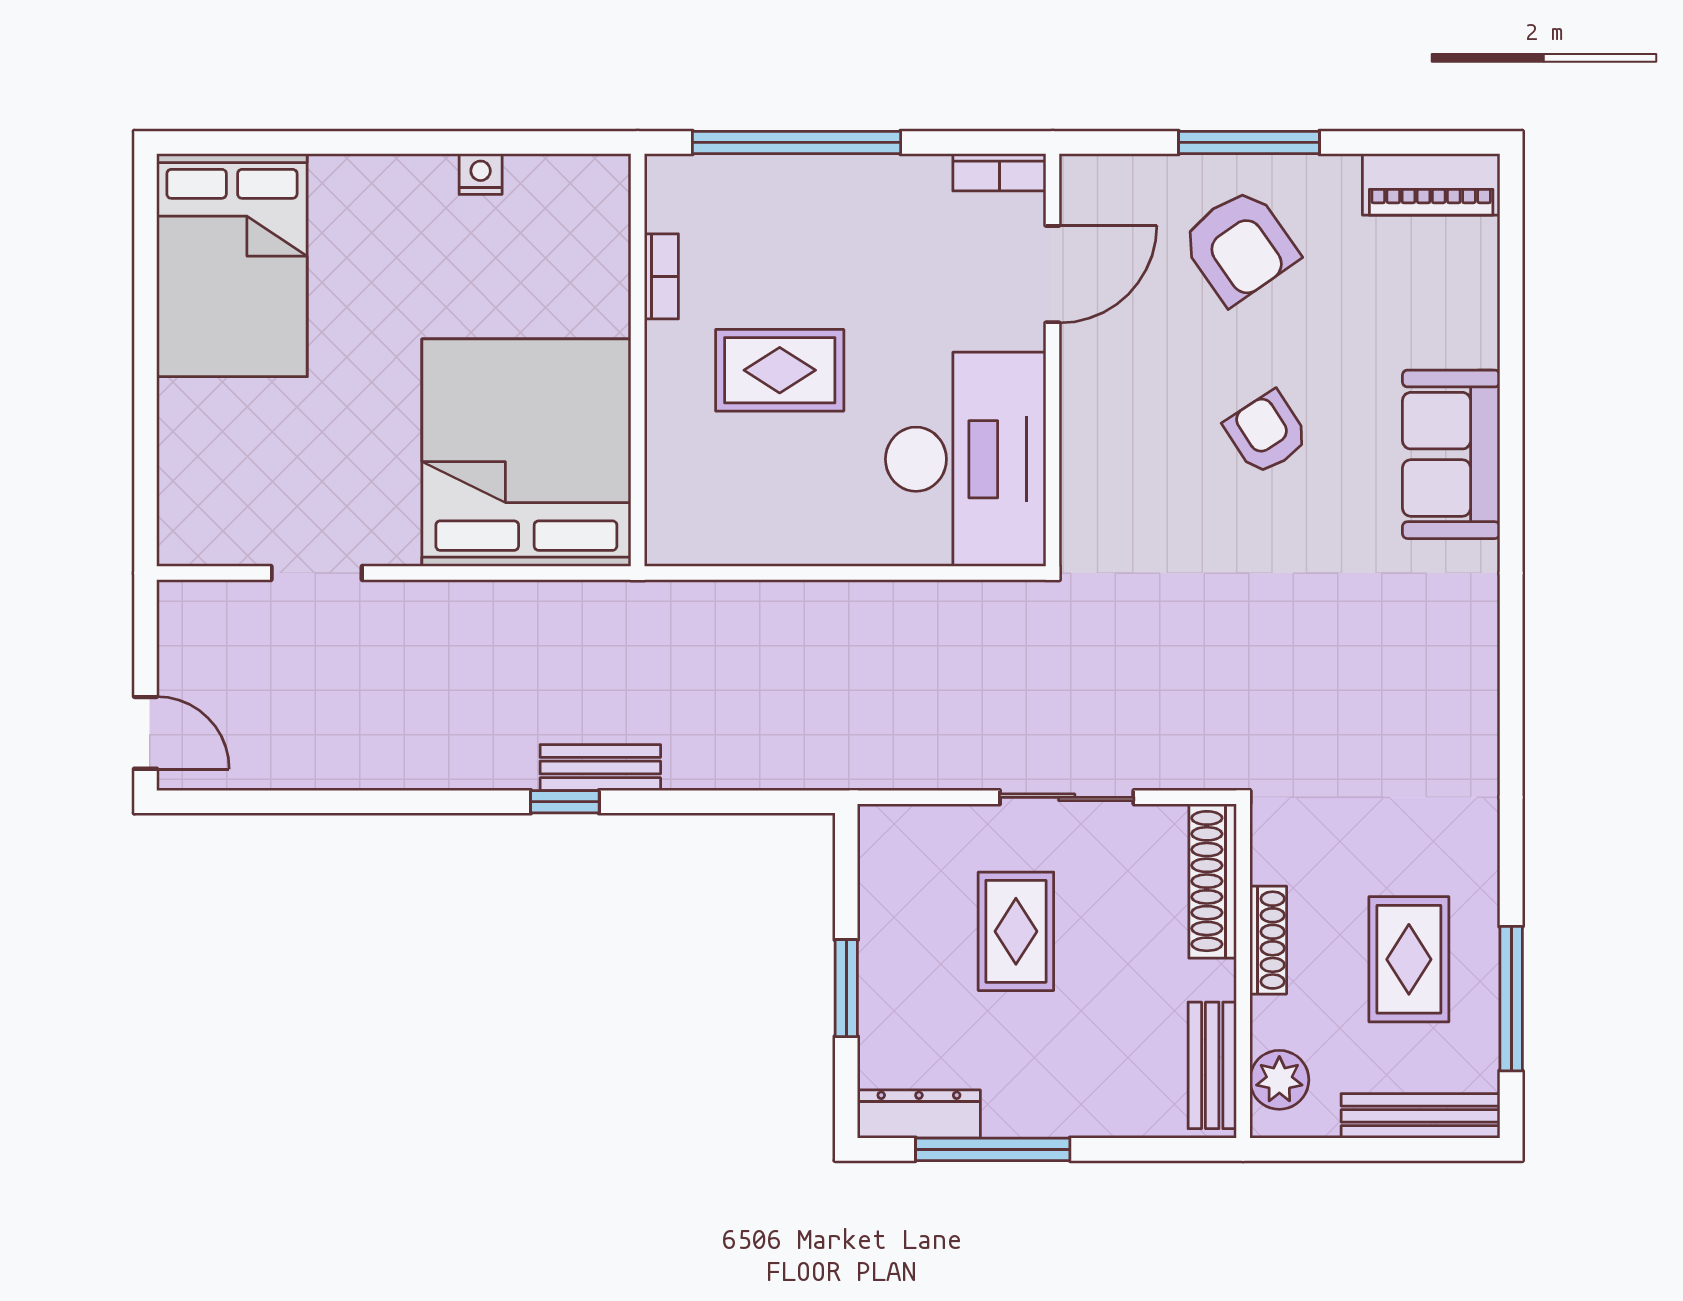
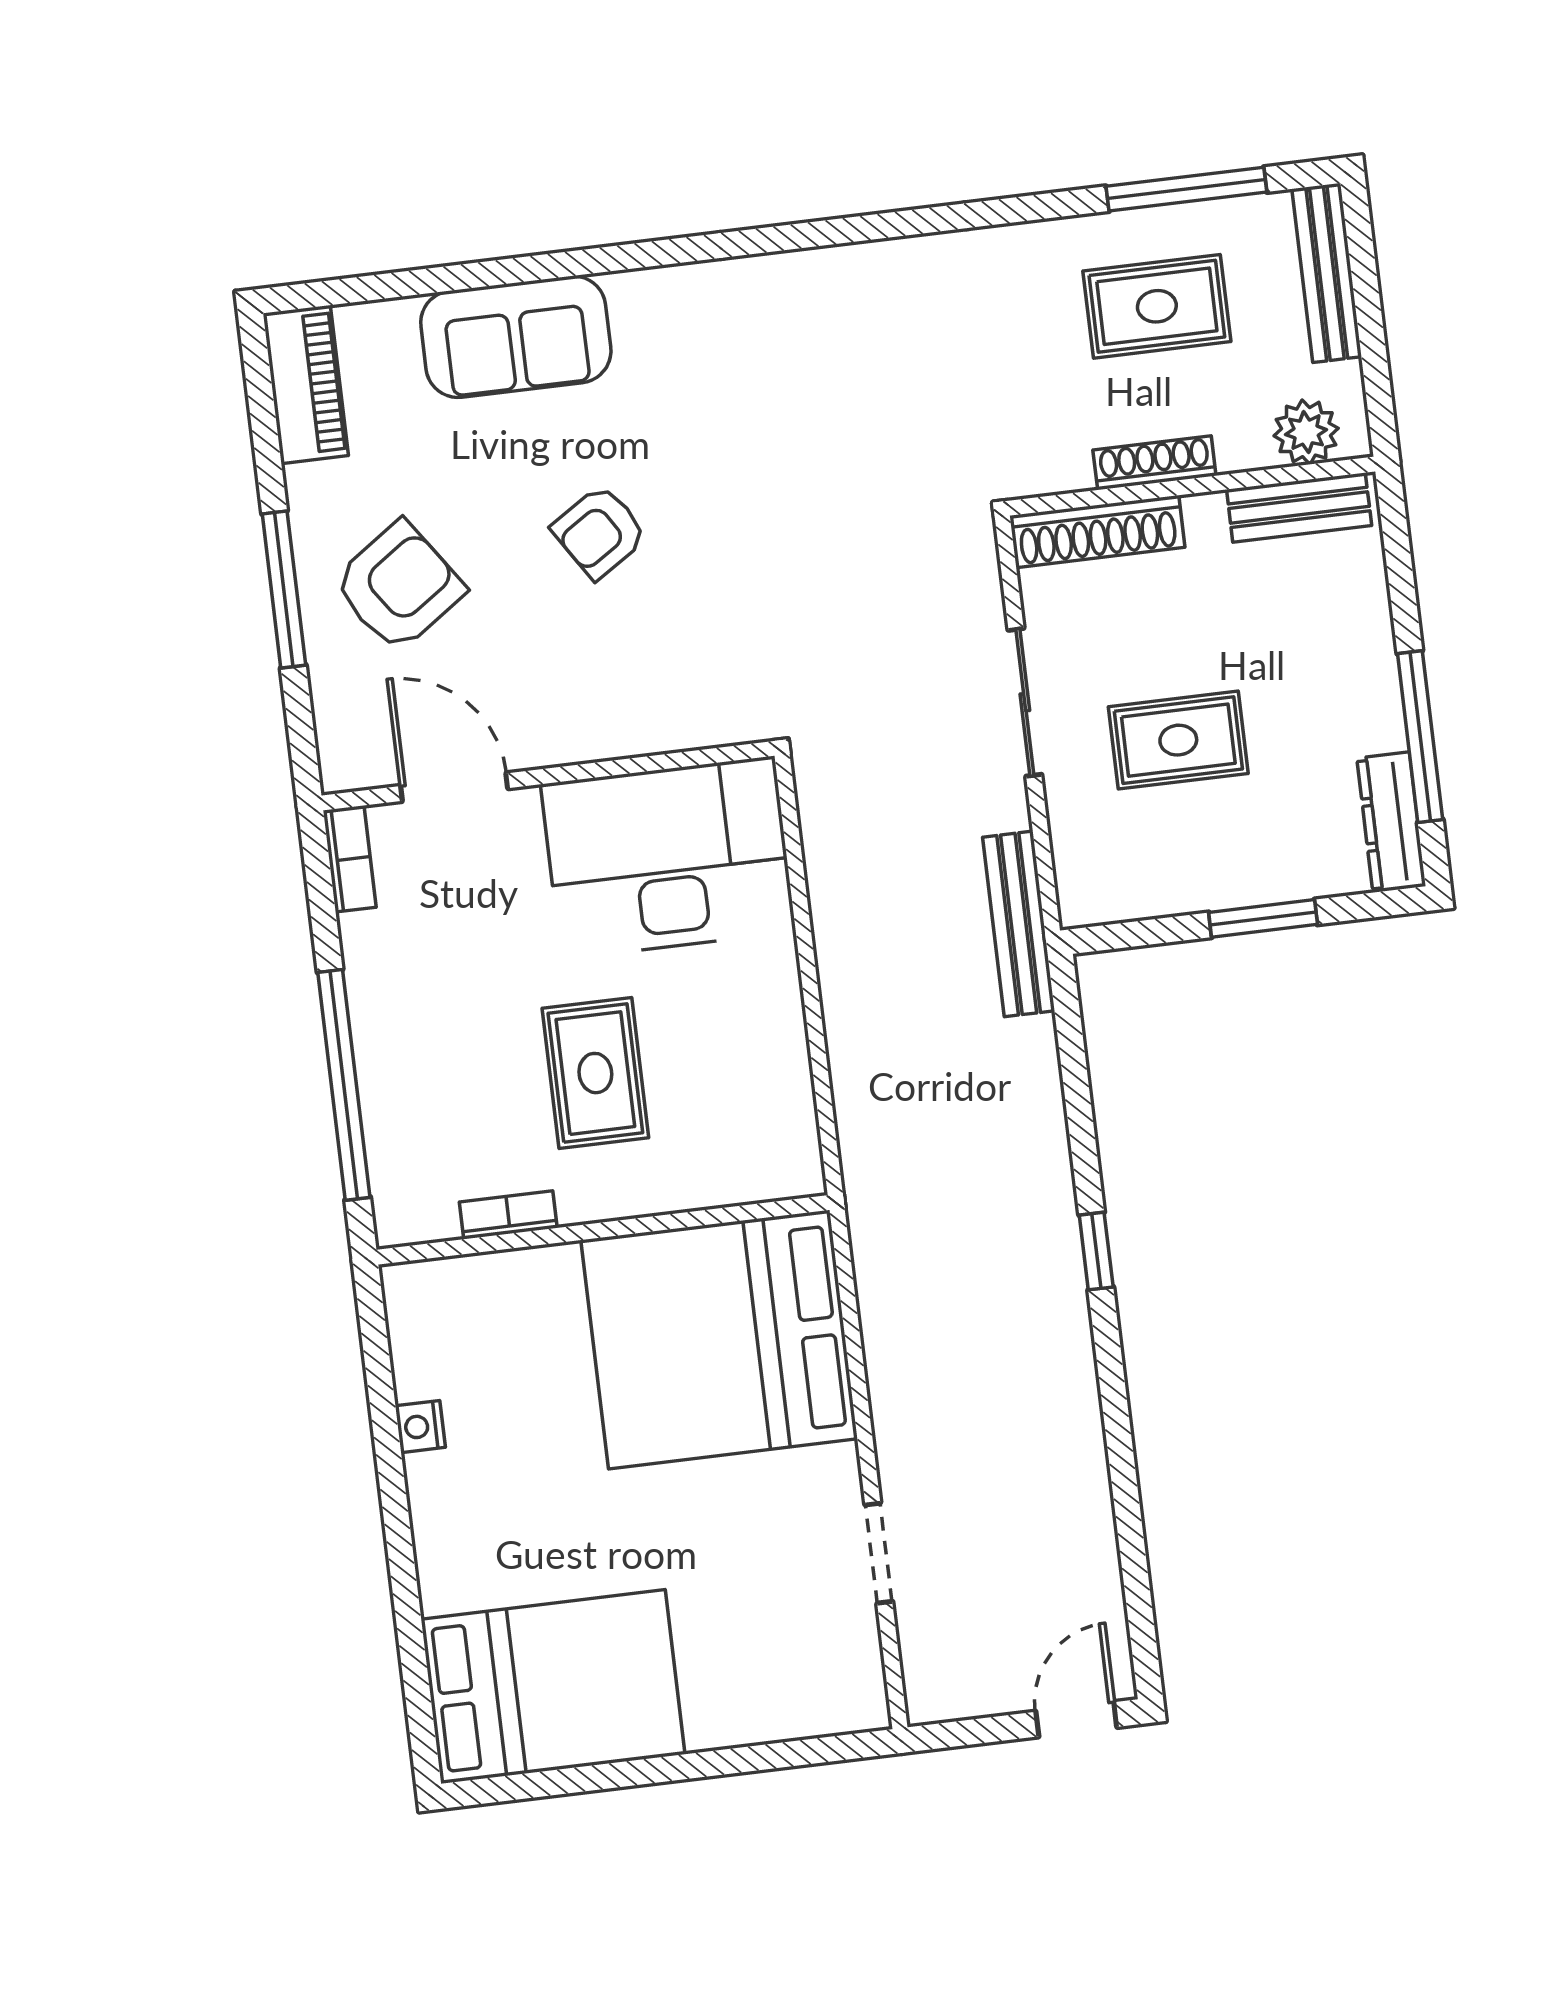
sofa: (1451, 454) -> (516, 337), moved
bench: (600, 768) -> (1019, 924), moved, width x1.36

